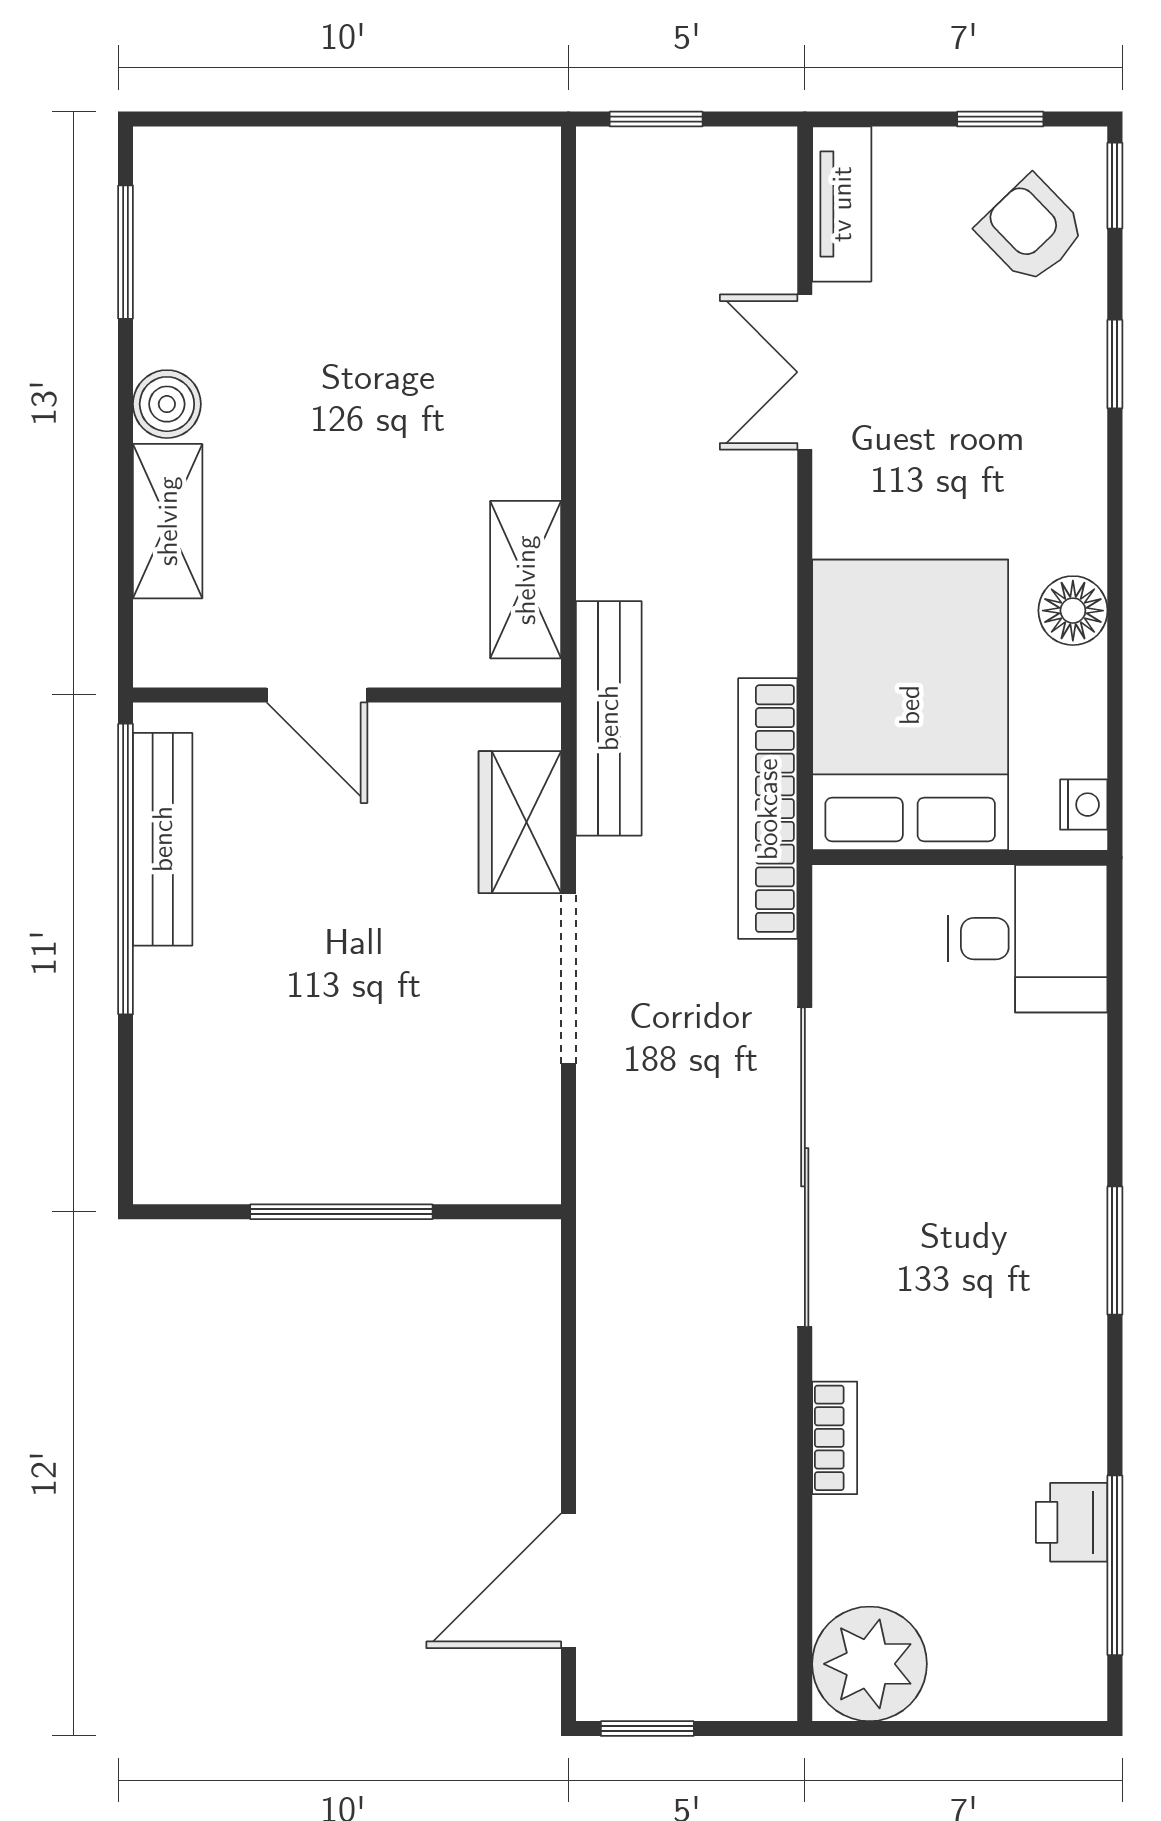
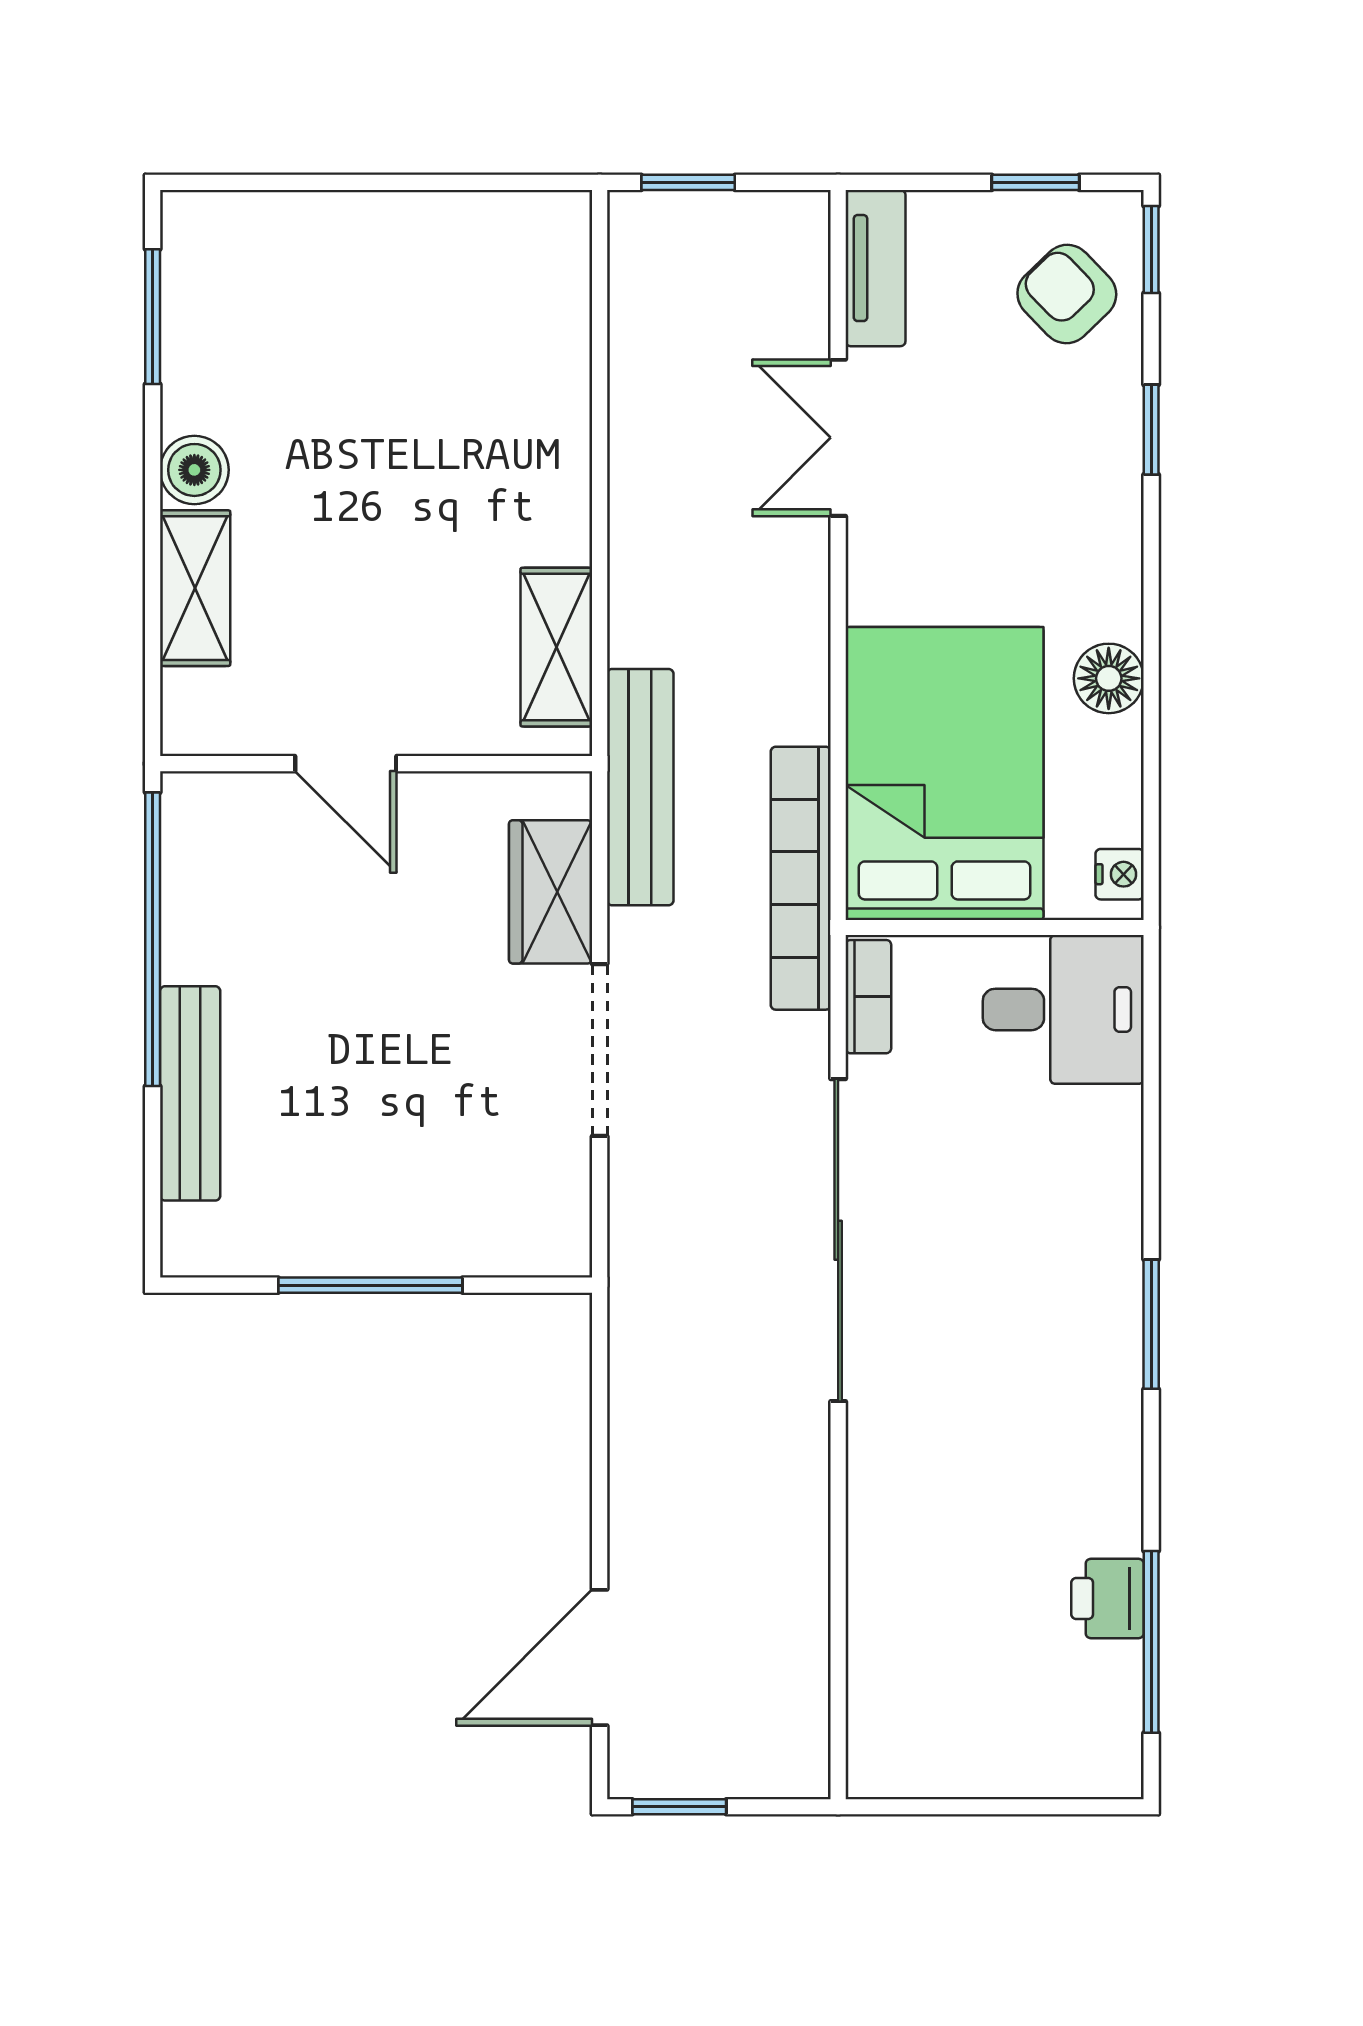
bench: (163, 839) -> (190, 1093), moved
bookcase: (835, 1438) -> (868, 997), moved
plant: (870, 1664) -> (903, 1741), removed

